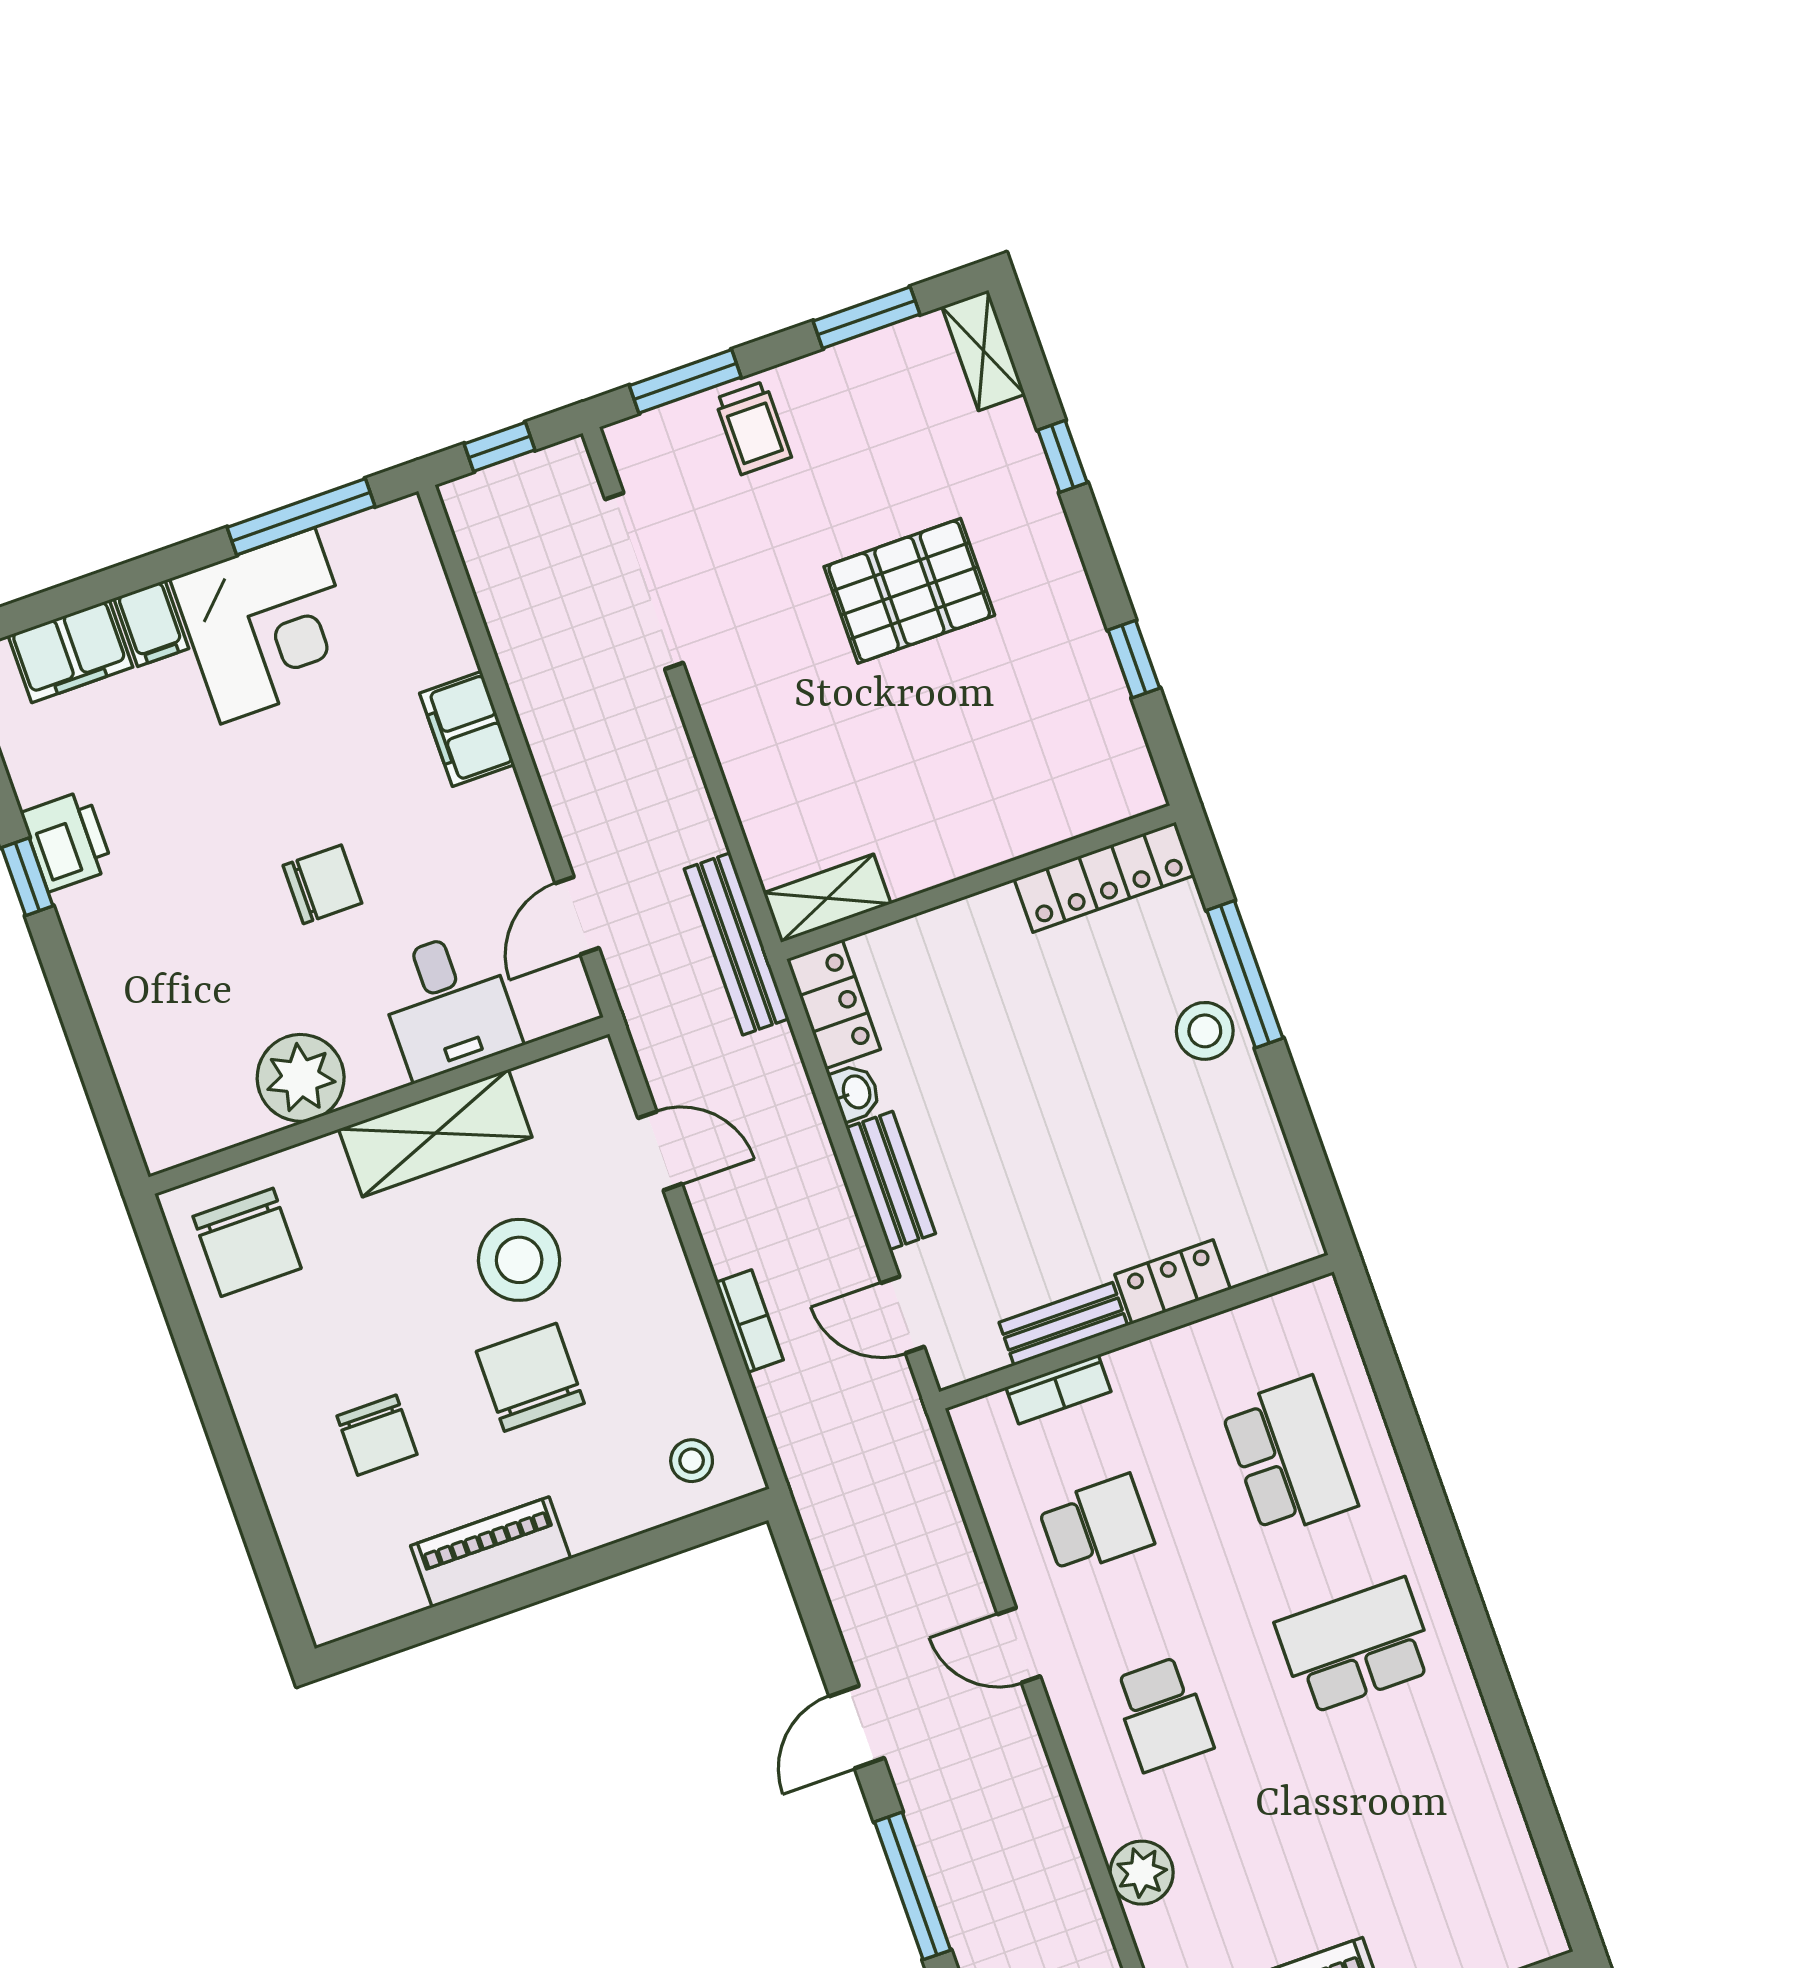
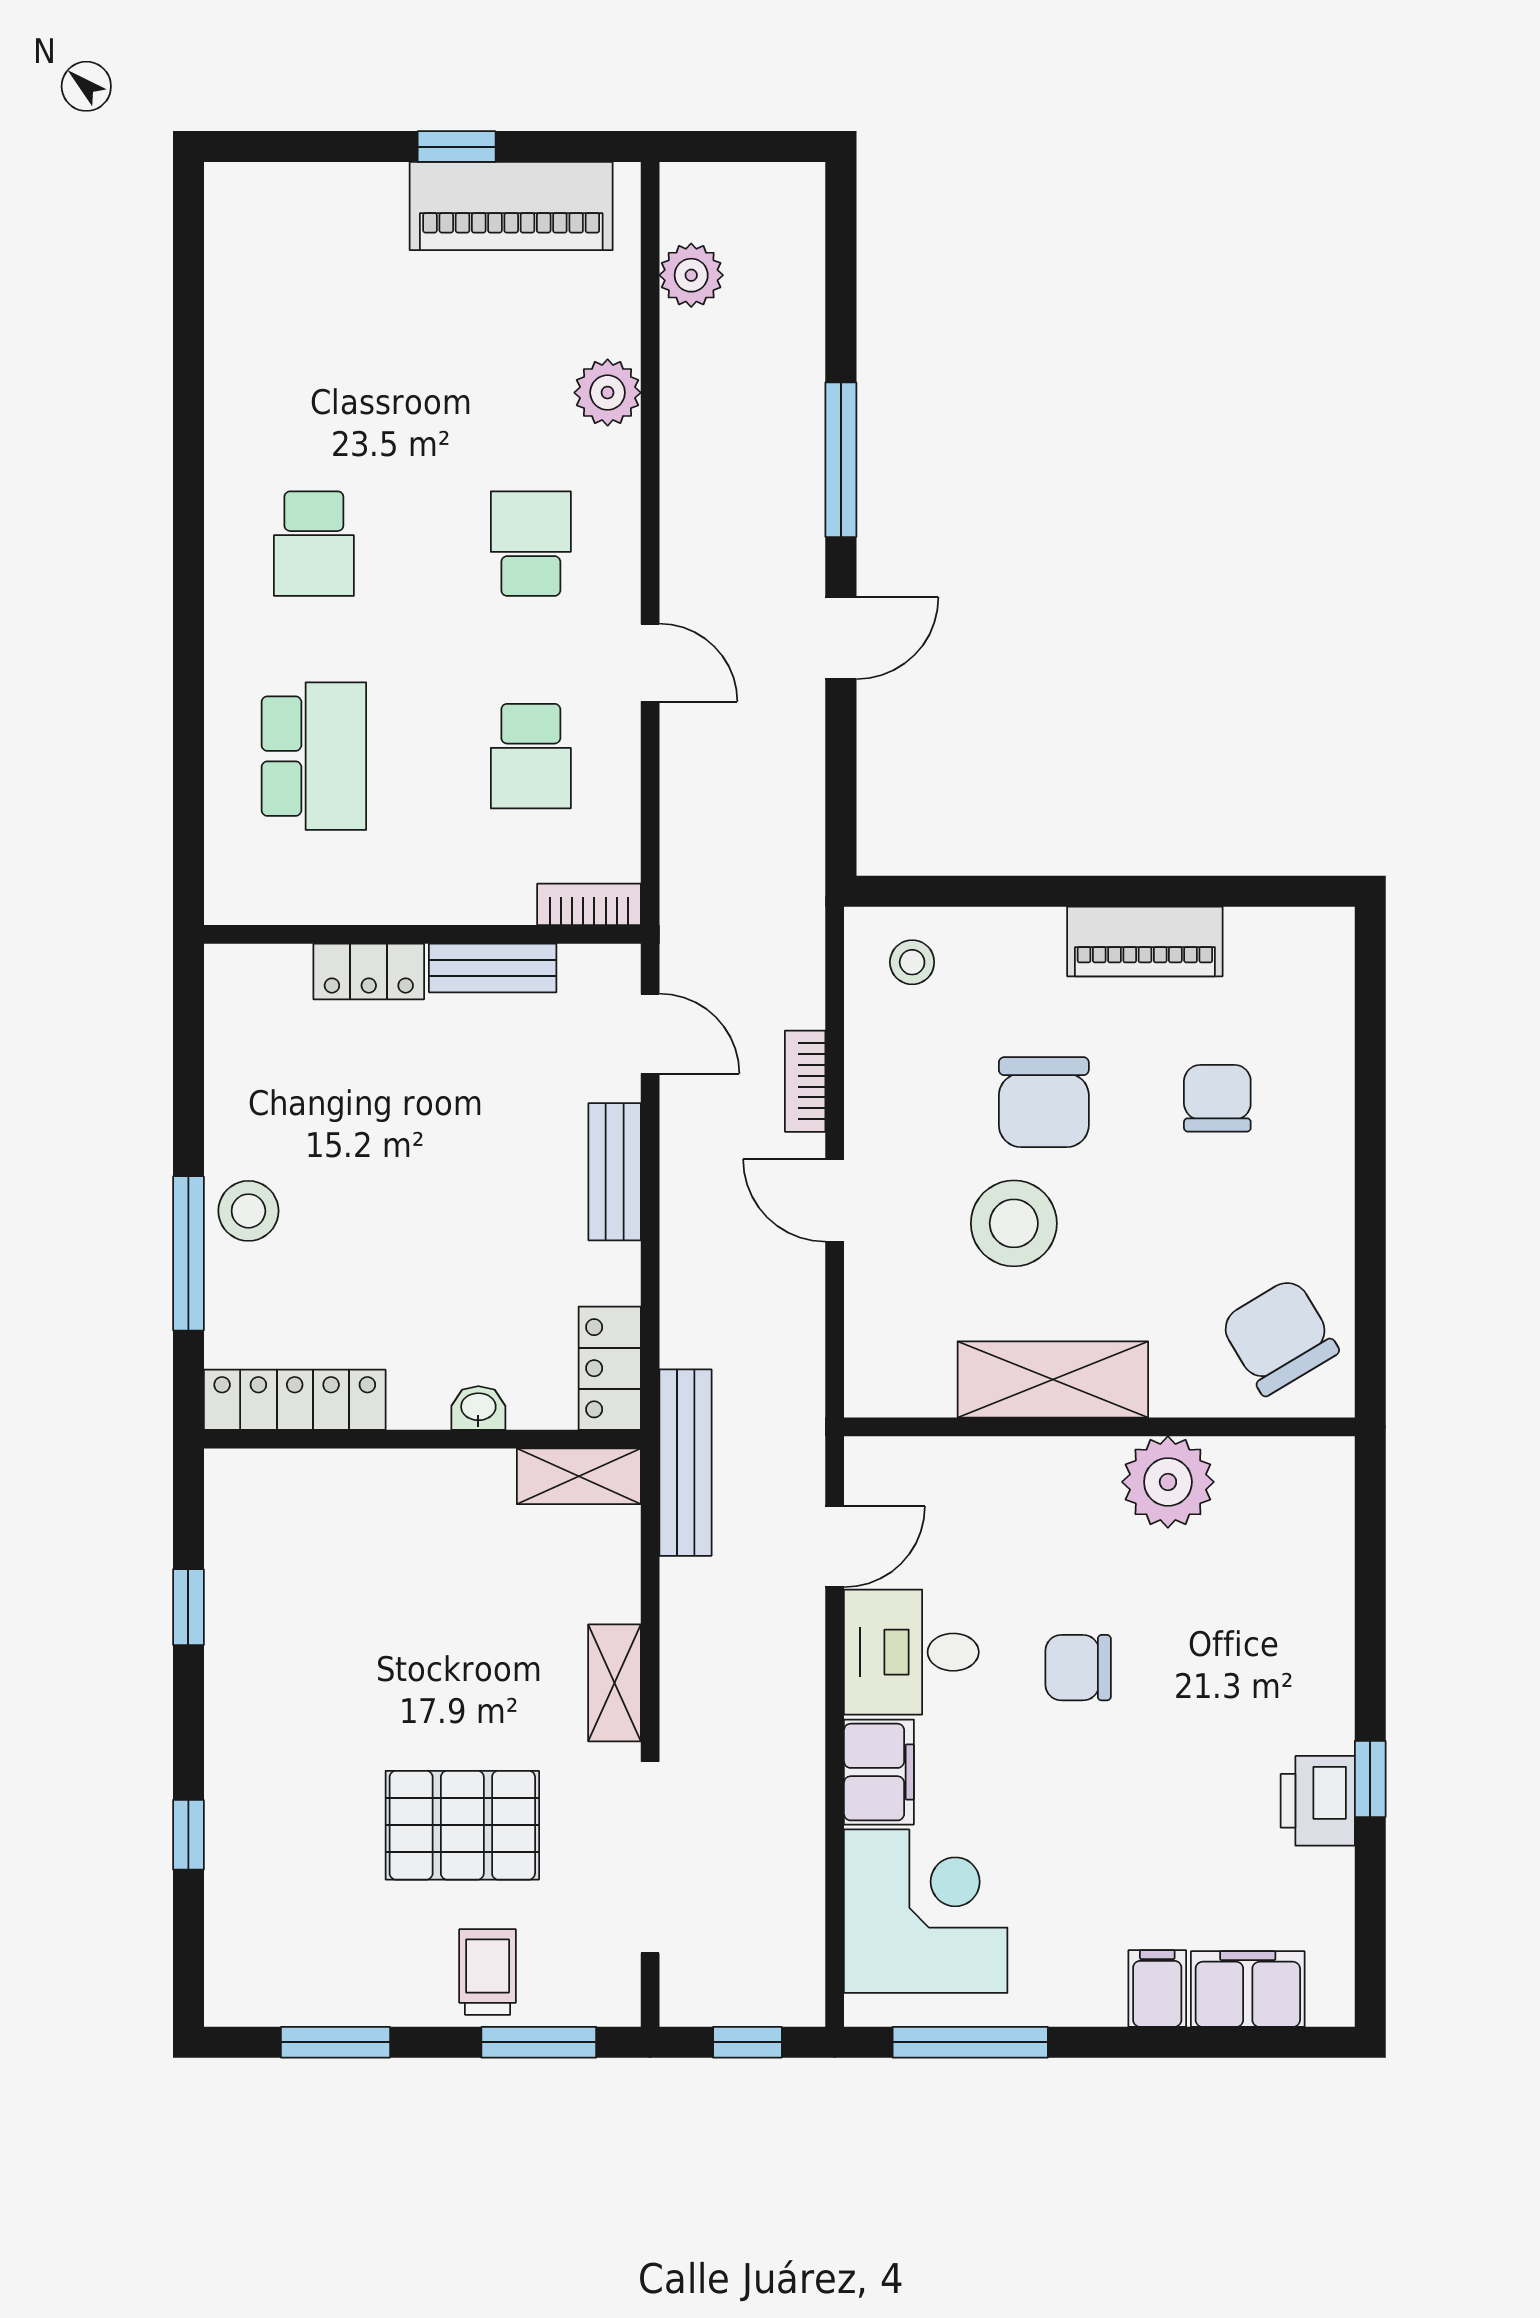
shelving: (983, 350) -> (615, 1683), moved
pallet: (909, 591) -> (462, 1825), moved
corner desk: (268, 626) -> (926, 1911), moved, turned 90
desk: (448, 1005) -> (911, 1652), moved, turned -90
washbasin: (855, 1092) -> (478, 1408), moved, turned 90
door: (660, 1151) -> (835, 1200), moved
chair: (247, 1242) -> (1279, 1337), turned -31
bookcase: (1058, 1389) -> (589, 904), moved
school desk: (1289, 1457) -> (314, 756), turned 180
school desk: (1096, 1525) -> (531, 756), turned -90
school desk: (1356, 1646) -> (314, 544), width x0.54

